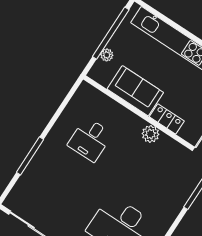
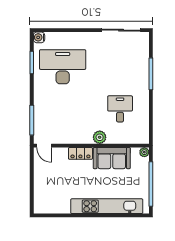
plant: (107, 55) -> (144, 152), moved
plant: (150, 134) -> (100, 137), moved

